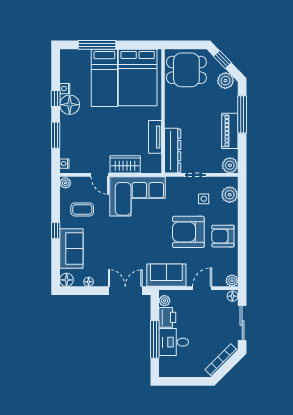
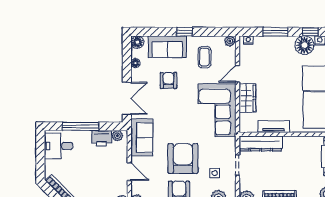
armchair: (107, 247) -> (169, 81), added
desk: (174, 342) -> (58, 146), moved, turned -90

